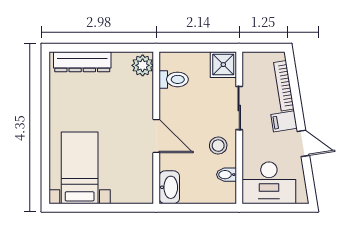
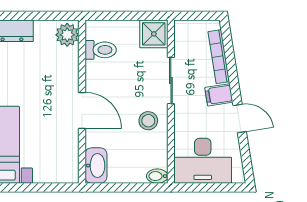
bidet: (226, 175) -> (157, 176), moved

